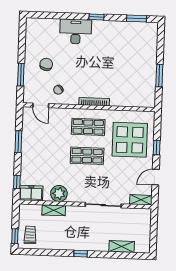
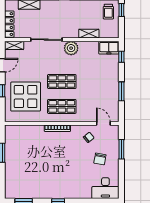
desk: (76, 31) -> (105, 188), moved
plant: (59, 194) -> (71, 48), moved
locker: (146, 225) -> (9, 24), added

